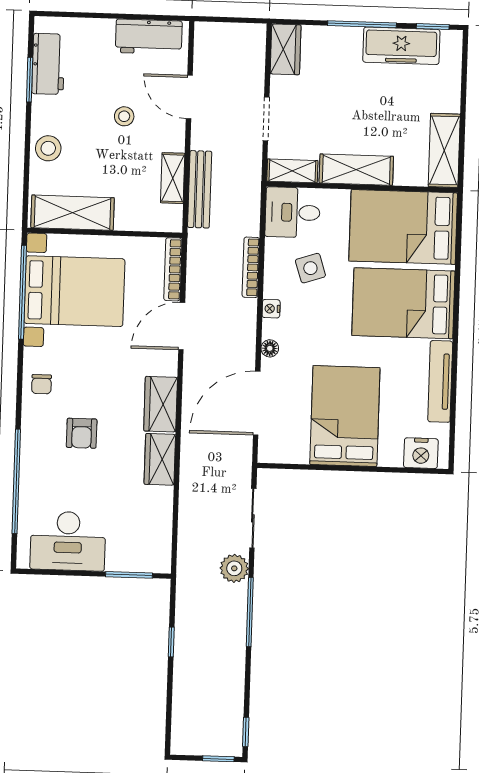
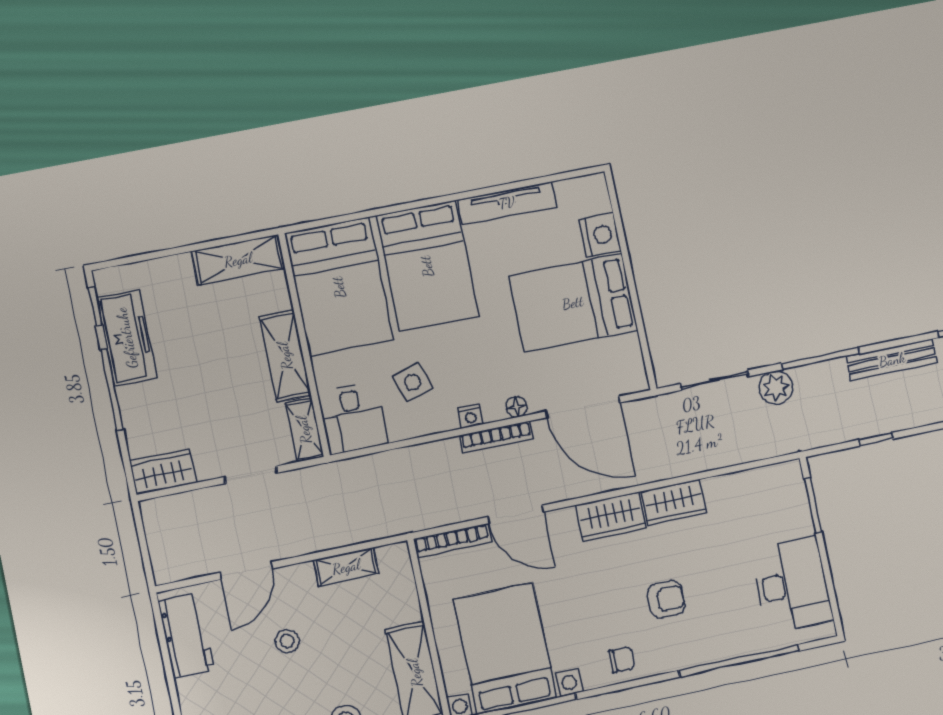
bench: (200, 189) -> (892, 360), moved
bookcase: (251, 267) -> (496, 437), moved
nightstand: (421, 453) -> (600, 235), moved

